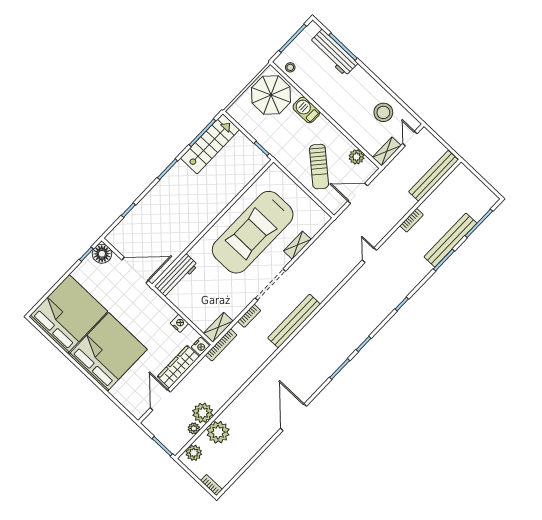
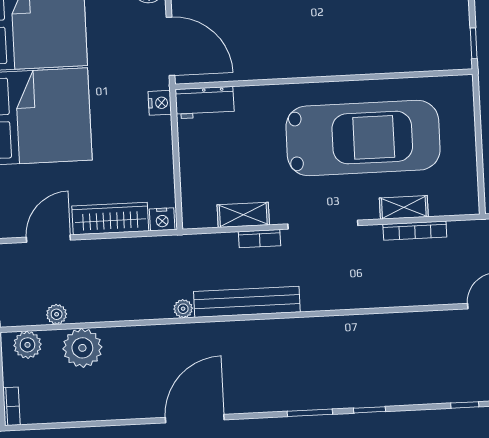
car: (253, 232) -> (363, 138), turned 180
workbench: (176, 276) -> (205, 103), width x0.73
bench: (294, 321) -> (247, 302), moved
nightstand: (179, 323) -> (160, 103), moved
shelving: (218, 327) -> (243, 215), moved
bookcase: (221, 345) -> (415, 231), moved
plant: (203, 413) -> (183, 309), moved, width x0.53, depth x0.53

